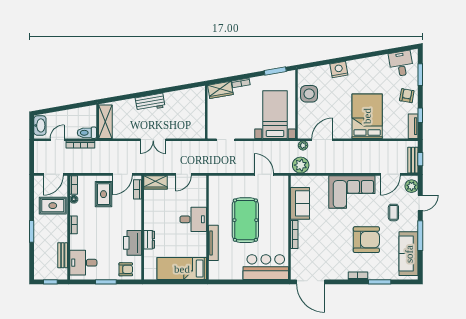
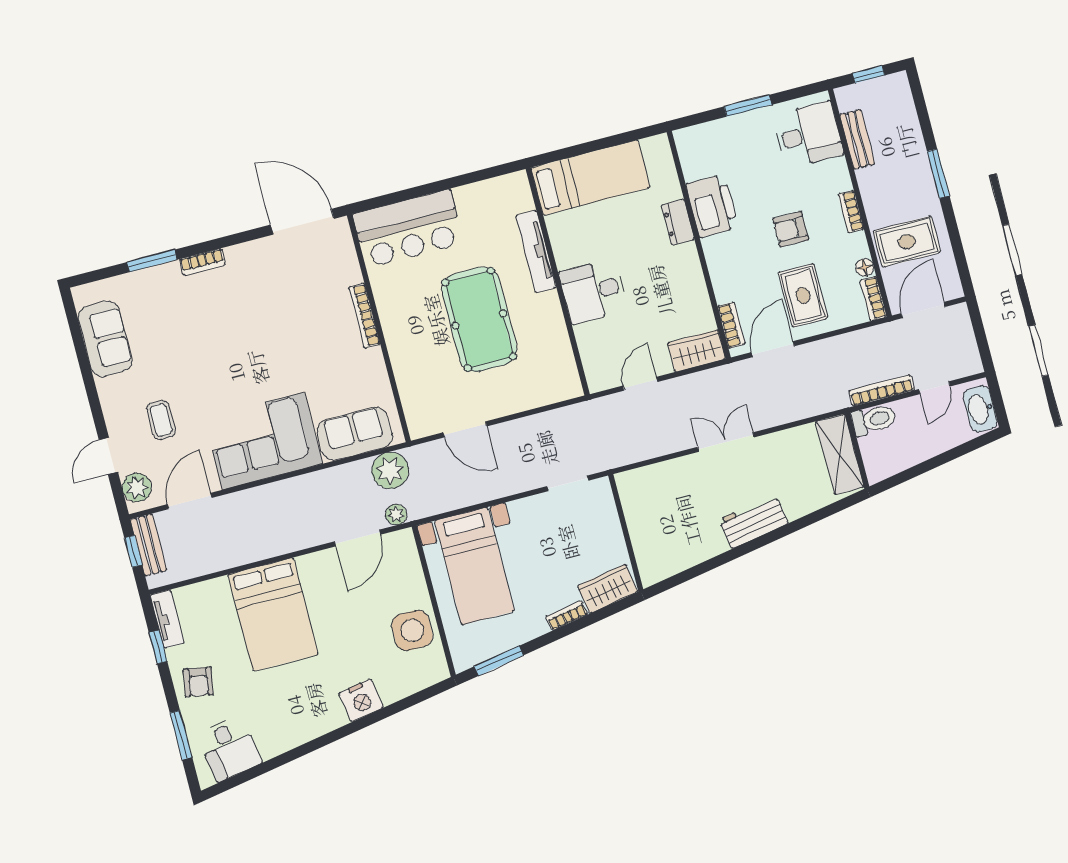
sofa: (300, 203) -> (355, 434), moved, turned 90
window: (420, 236) -> (90, 385), removed
armchair: (366, 240) -> (205, 345), removed
sofa: (409, 254) -> (105, 339), width x0.73
armchair: (126, 269) -> (791, 229), moved

